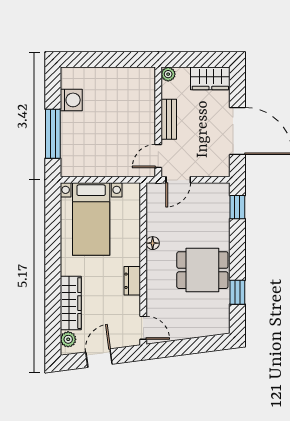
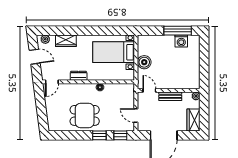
window: (53, 134) -> (178, 31), moved
boiler: (109, 165) -> (144, 62), added
door: (178, 180) -> (136, 115), moved
dining table: (202, 270) -> (85, 115), turned 90
window: (237, 292) -> (99, 135), moved
wardrobe: (71, 303) -> (66, 41), width x0.67

